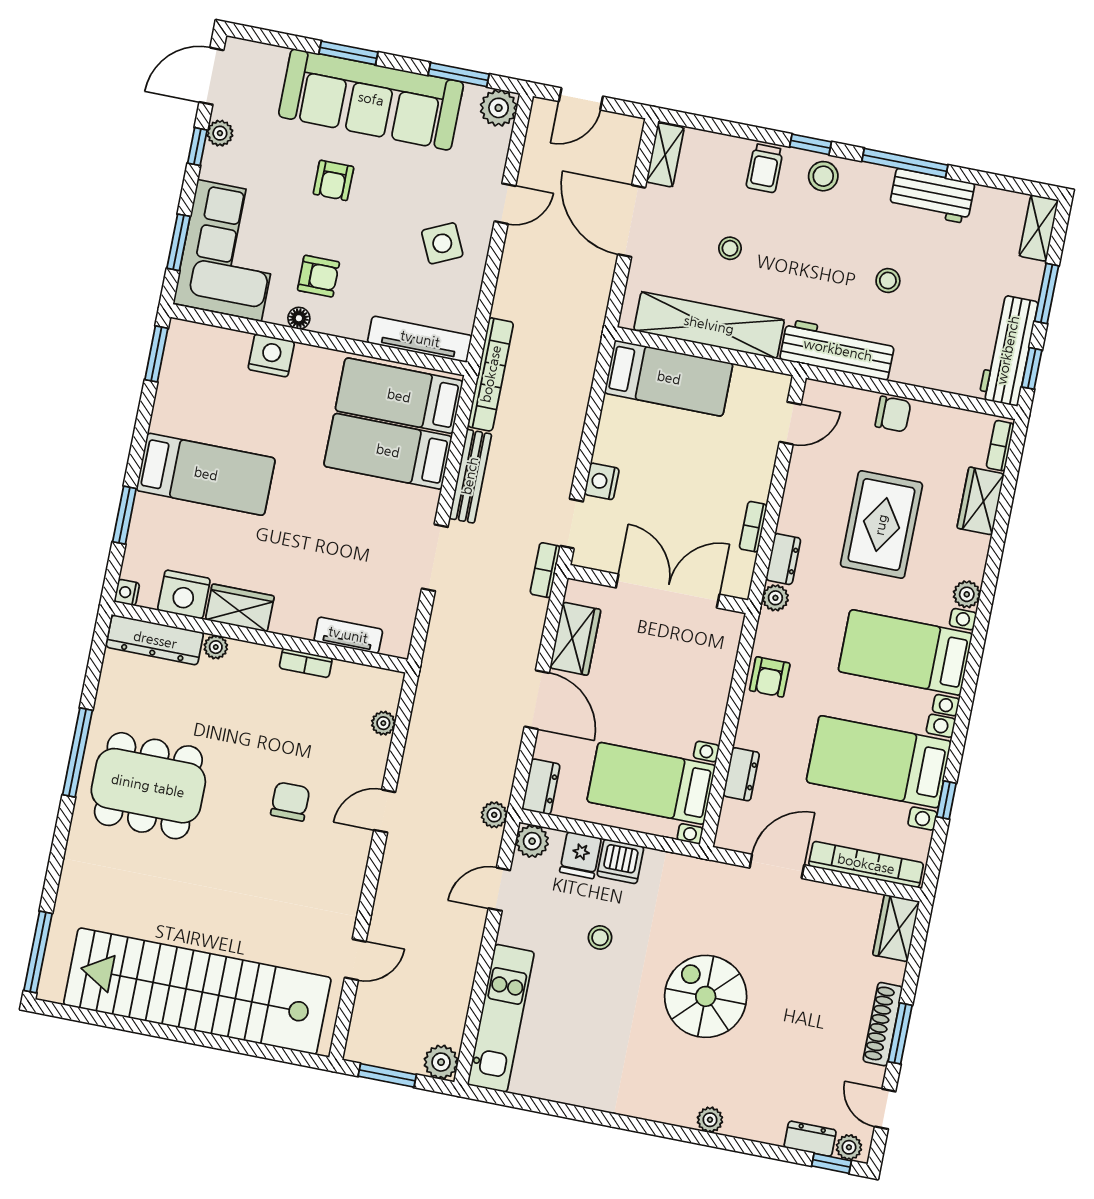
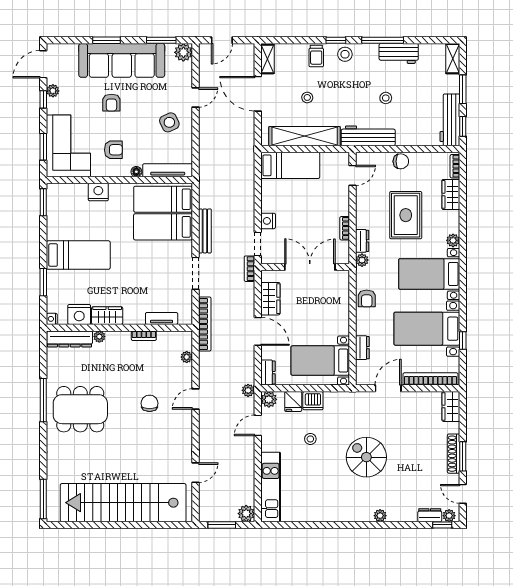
floor lamp: (299, 318) -> (136, 172), moved
bookcase: (491, 374) -> (205, 324), moved

